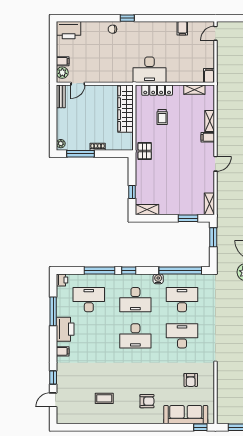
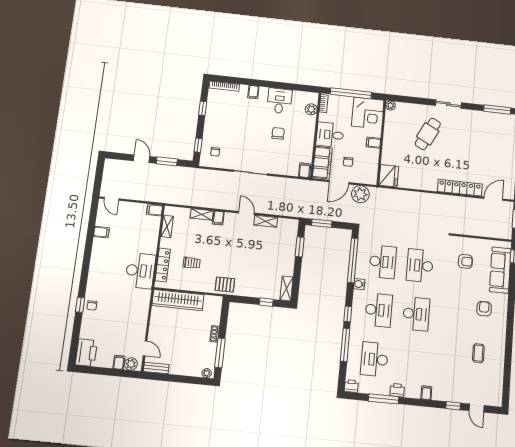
window: (127, 18) -> (80, 305), moved
shelving: (209, 204) -> (266, 221), moved
desk: (182, 300) -> (383, 262), turned 180
printer: (65, 329) -> (397, 390), width x0.53, depth x0.68

